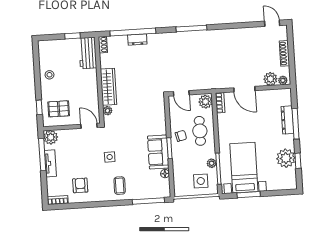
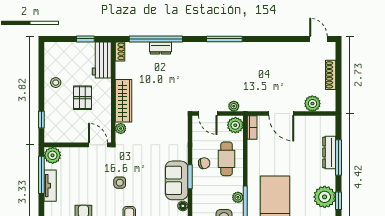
plant: (283, 80) -> (234, 106), moved
pallet: (59, 109) -> (83, 98), moved, turned 90

